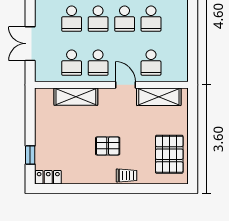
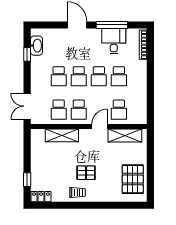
double door: (30, 44) -> (27, 106), moved
door: (126, 85) -> (100, 126), hinge flipped
trolley: (127, 175) -> (77, 192), moved

